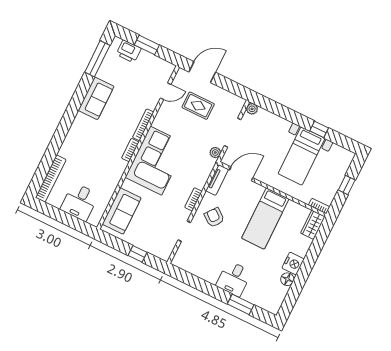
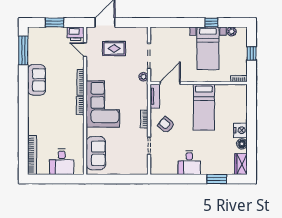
printer: (129, 51) -> (76, 34), moved
door: (166, 91) -> (85, 50), swing flipped
plant: (252, 109) -> (232, 31), moved
wardrobe: (313, 225) -> (241, 164), moved
window: (138, 254) -> (123, 179), removed
desk: (234, 279) -> (189, 163), moved

